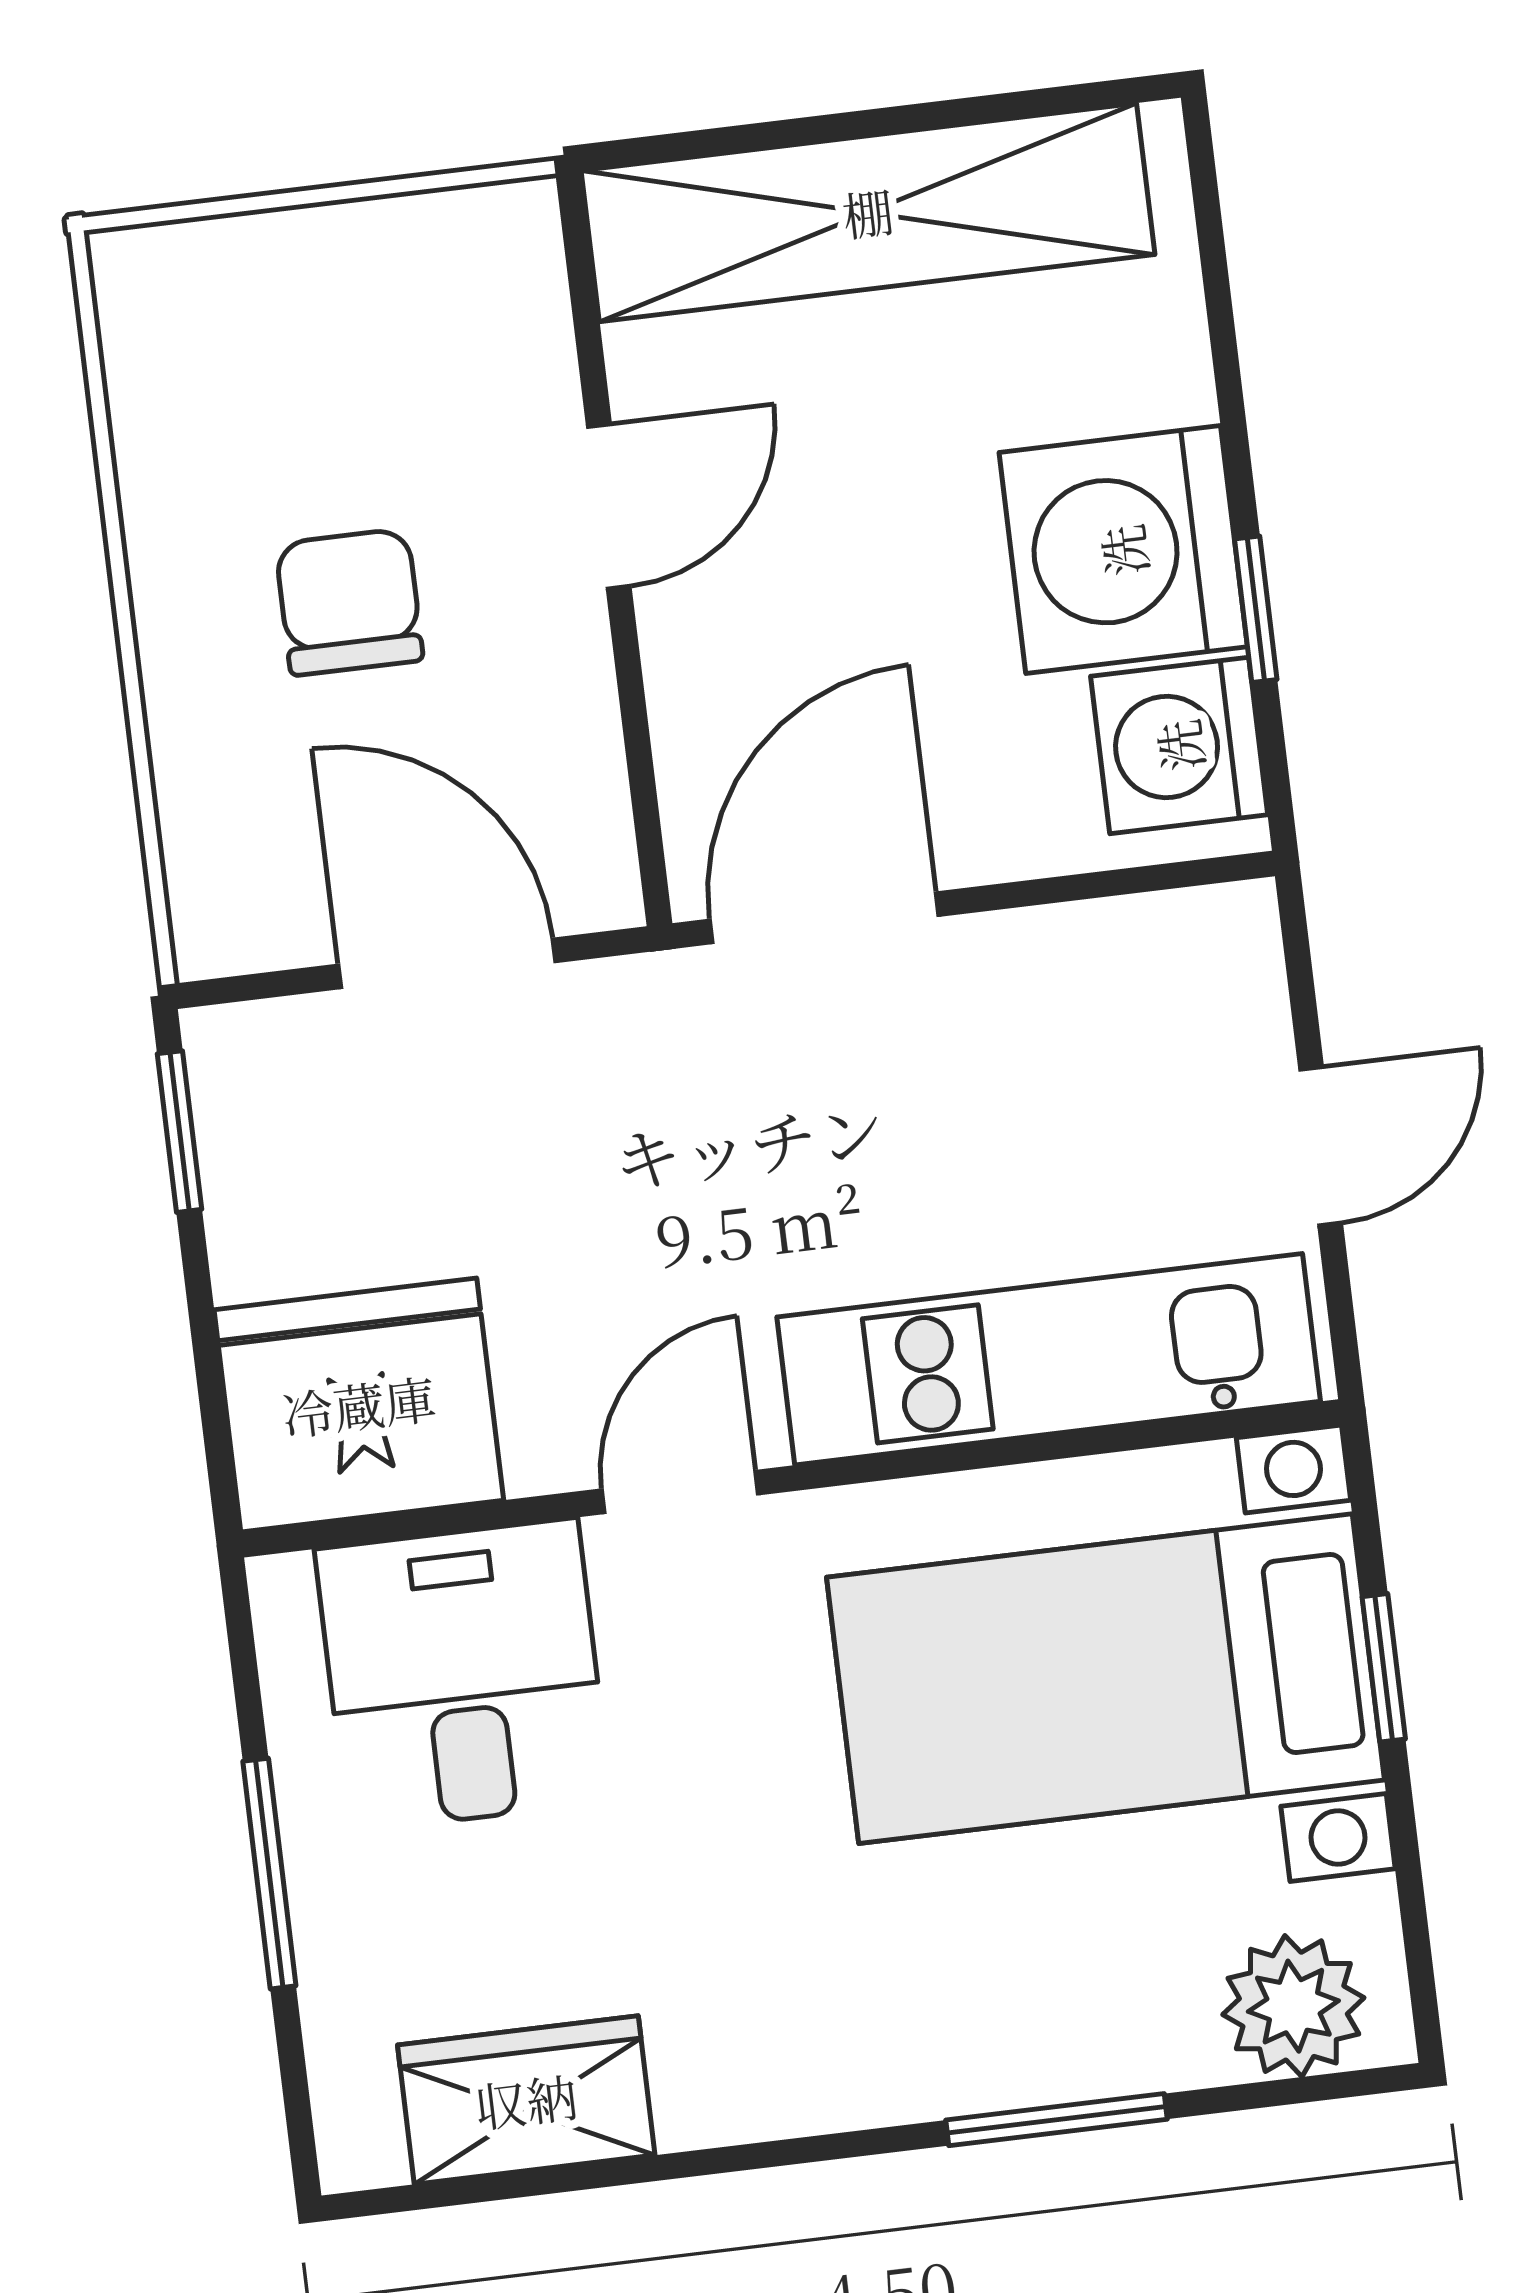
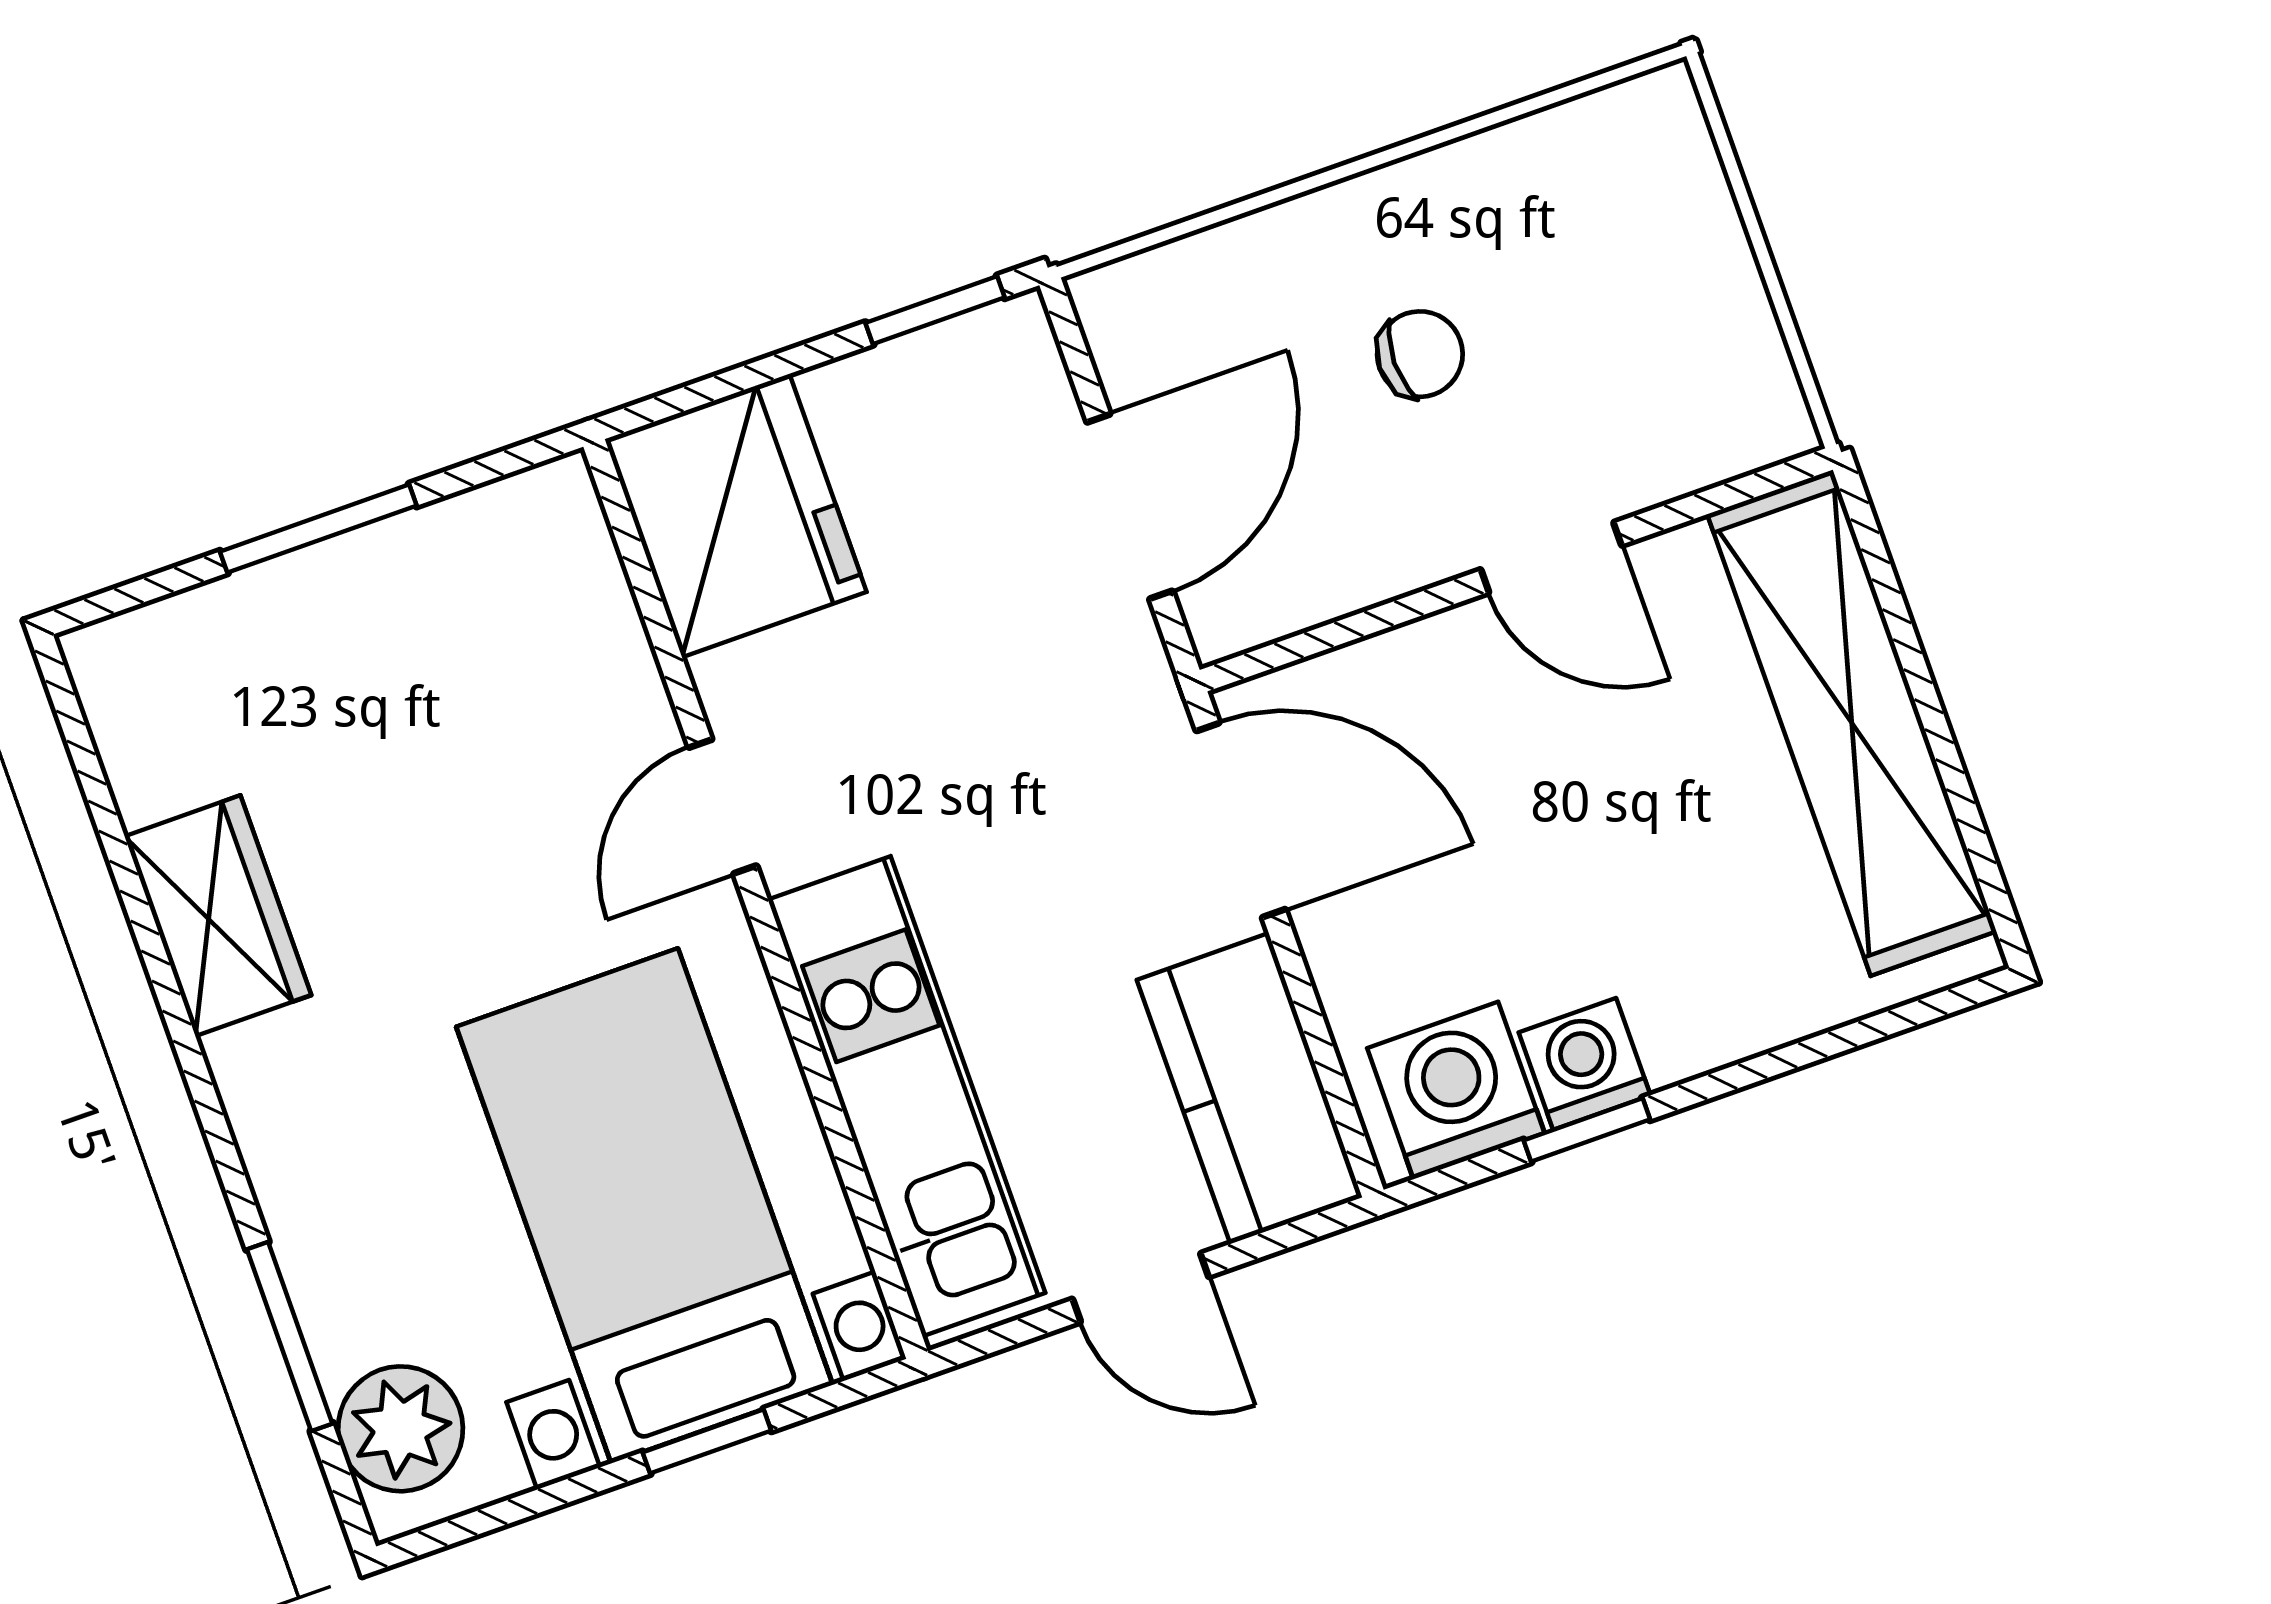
washing machine: (1123, 550) -> (1585, 1064), width x0.53, depth x0.53
chair: (349, 602) -> (1420, 354), width x0.73, depth x0.73
kitchen counter: (1126, 975) -> (1250, 1089), added
door: (680, 1492) -> (723, 807), swing flipped
desk: (463, 1675) -> (525, 656), removed
wardrobe: (526, 2100) -> (218, 916), moved
window: (1057, 2120) -> (290, 1336), moved

